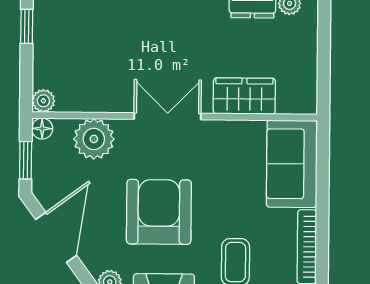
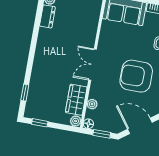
wardrobe: (244, 96) -> (76, 100), moved
plant: (94, 139) -> (92, 104), width x0.53, depth x0.53

